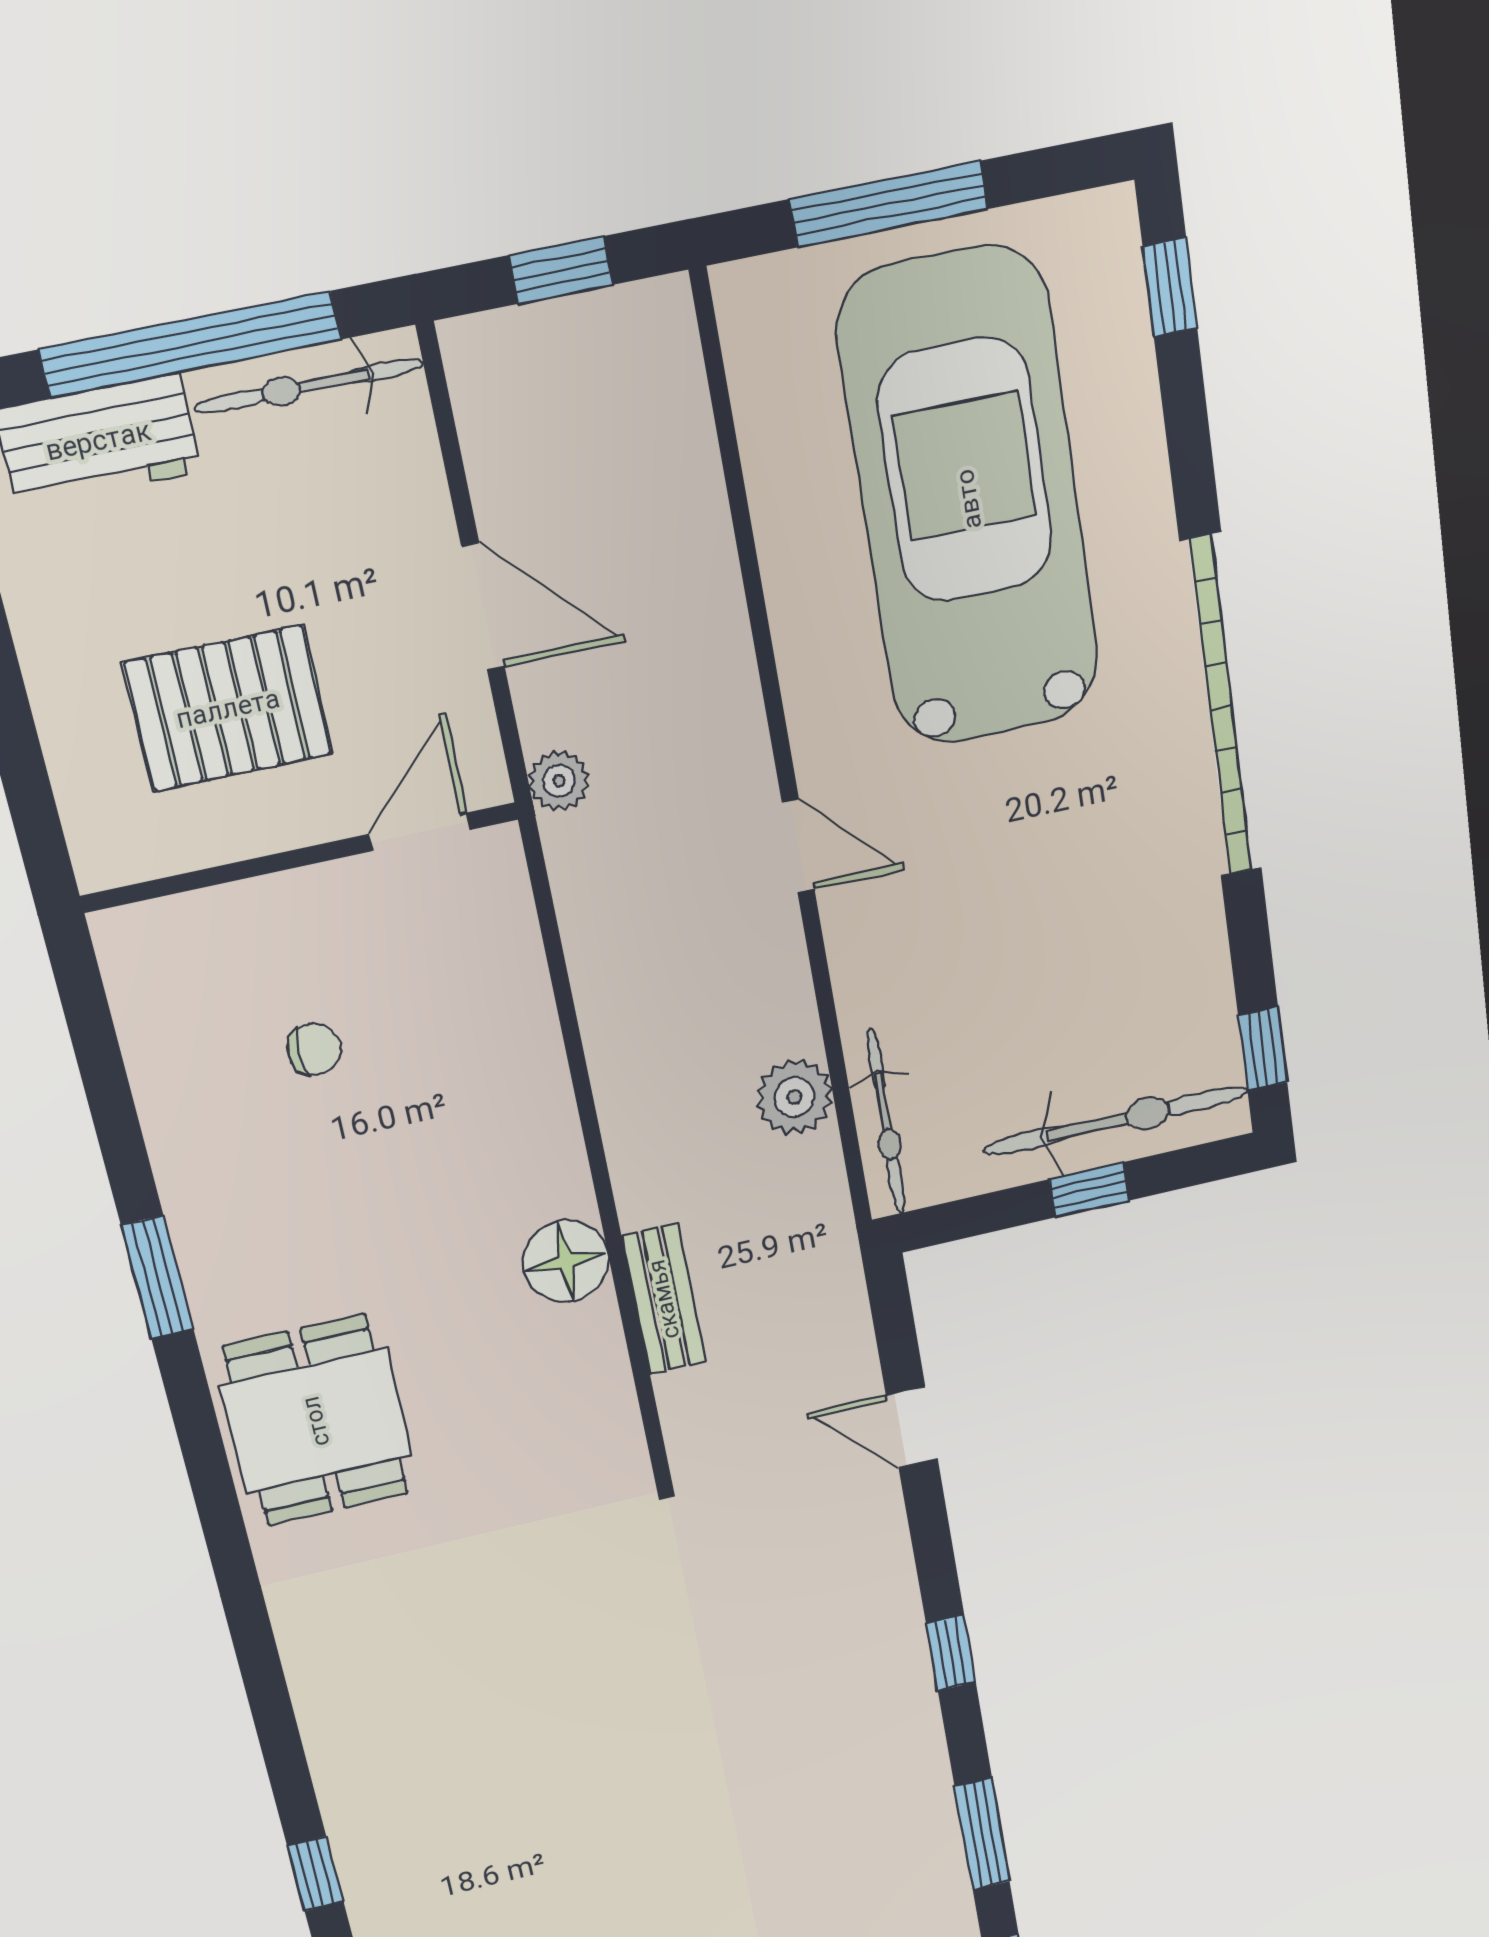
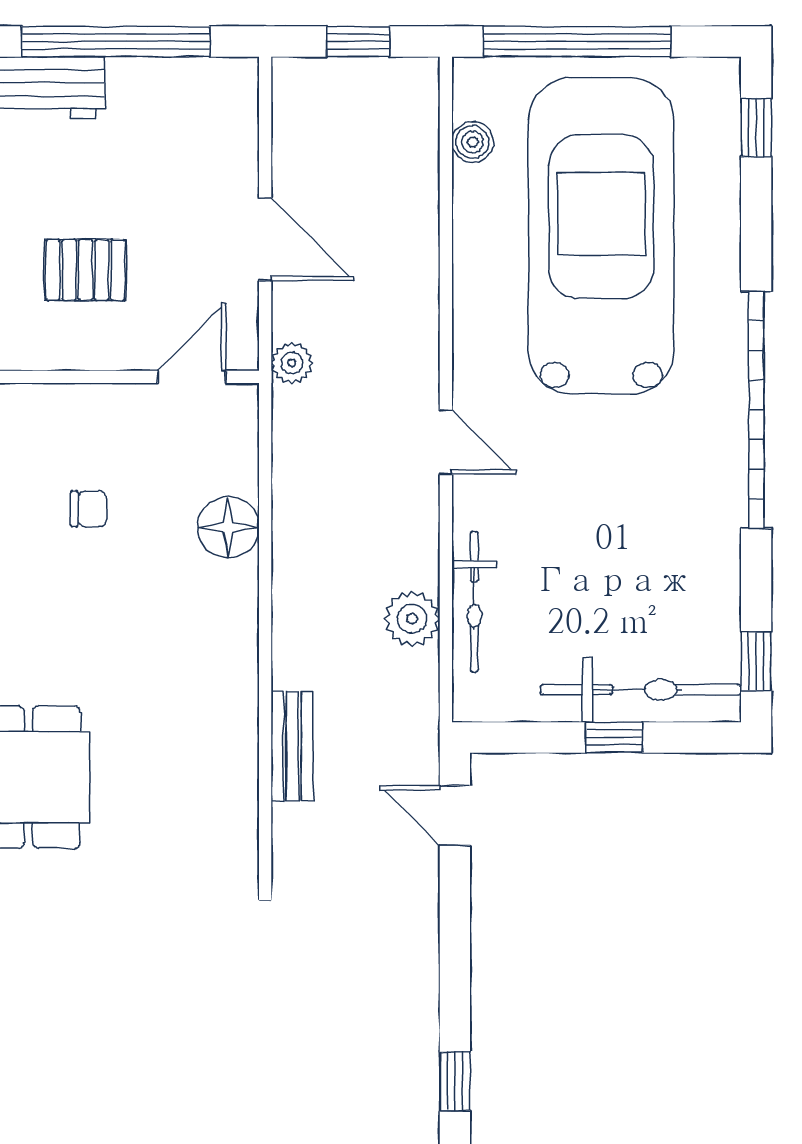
window: (889, 204) -> (577, 42), width x1.46
bicycle: (309, 386) -> (184, 80), removed
boiler: (760, 395) -> (473, 142), added
pallet: (228, 709) -> (85, 270), width x0.67, depth x0.71
bicycle: (886, 1122) -> (474, 602), moved
floor lamp: (566, 1261) -> (228, 527), moved
door: (912, 1427) -> (455, 816), moved

